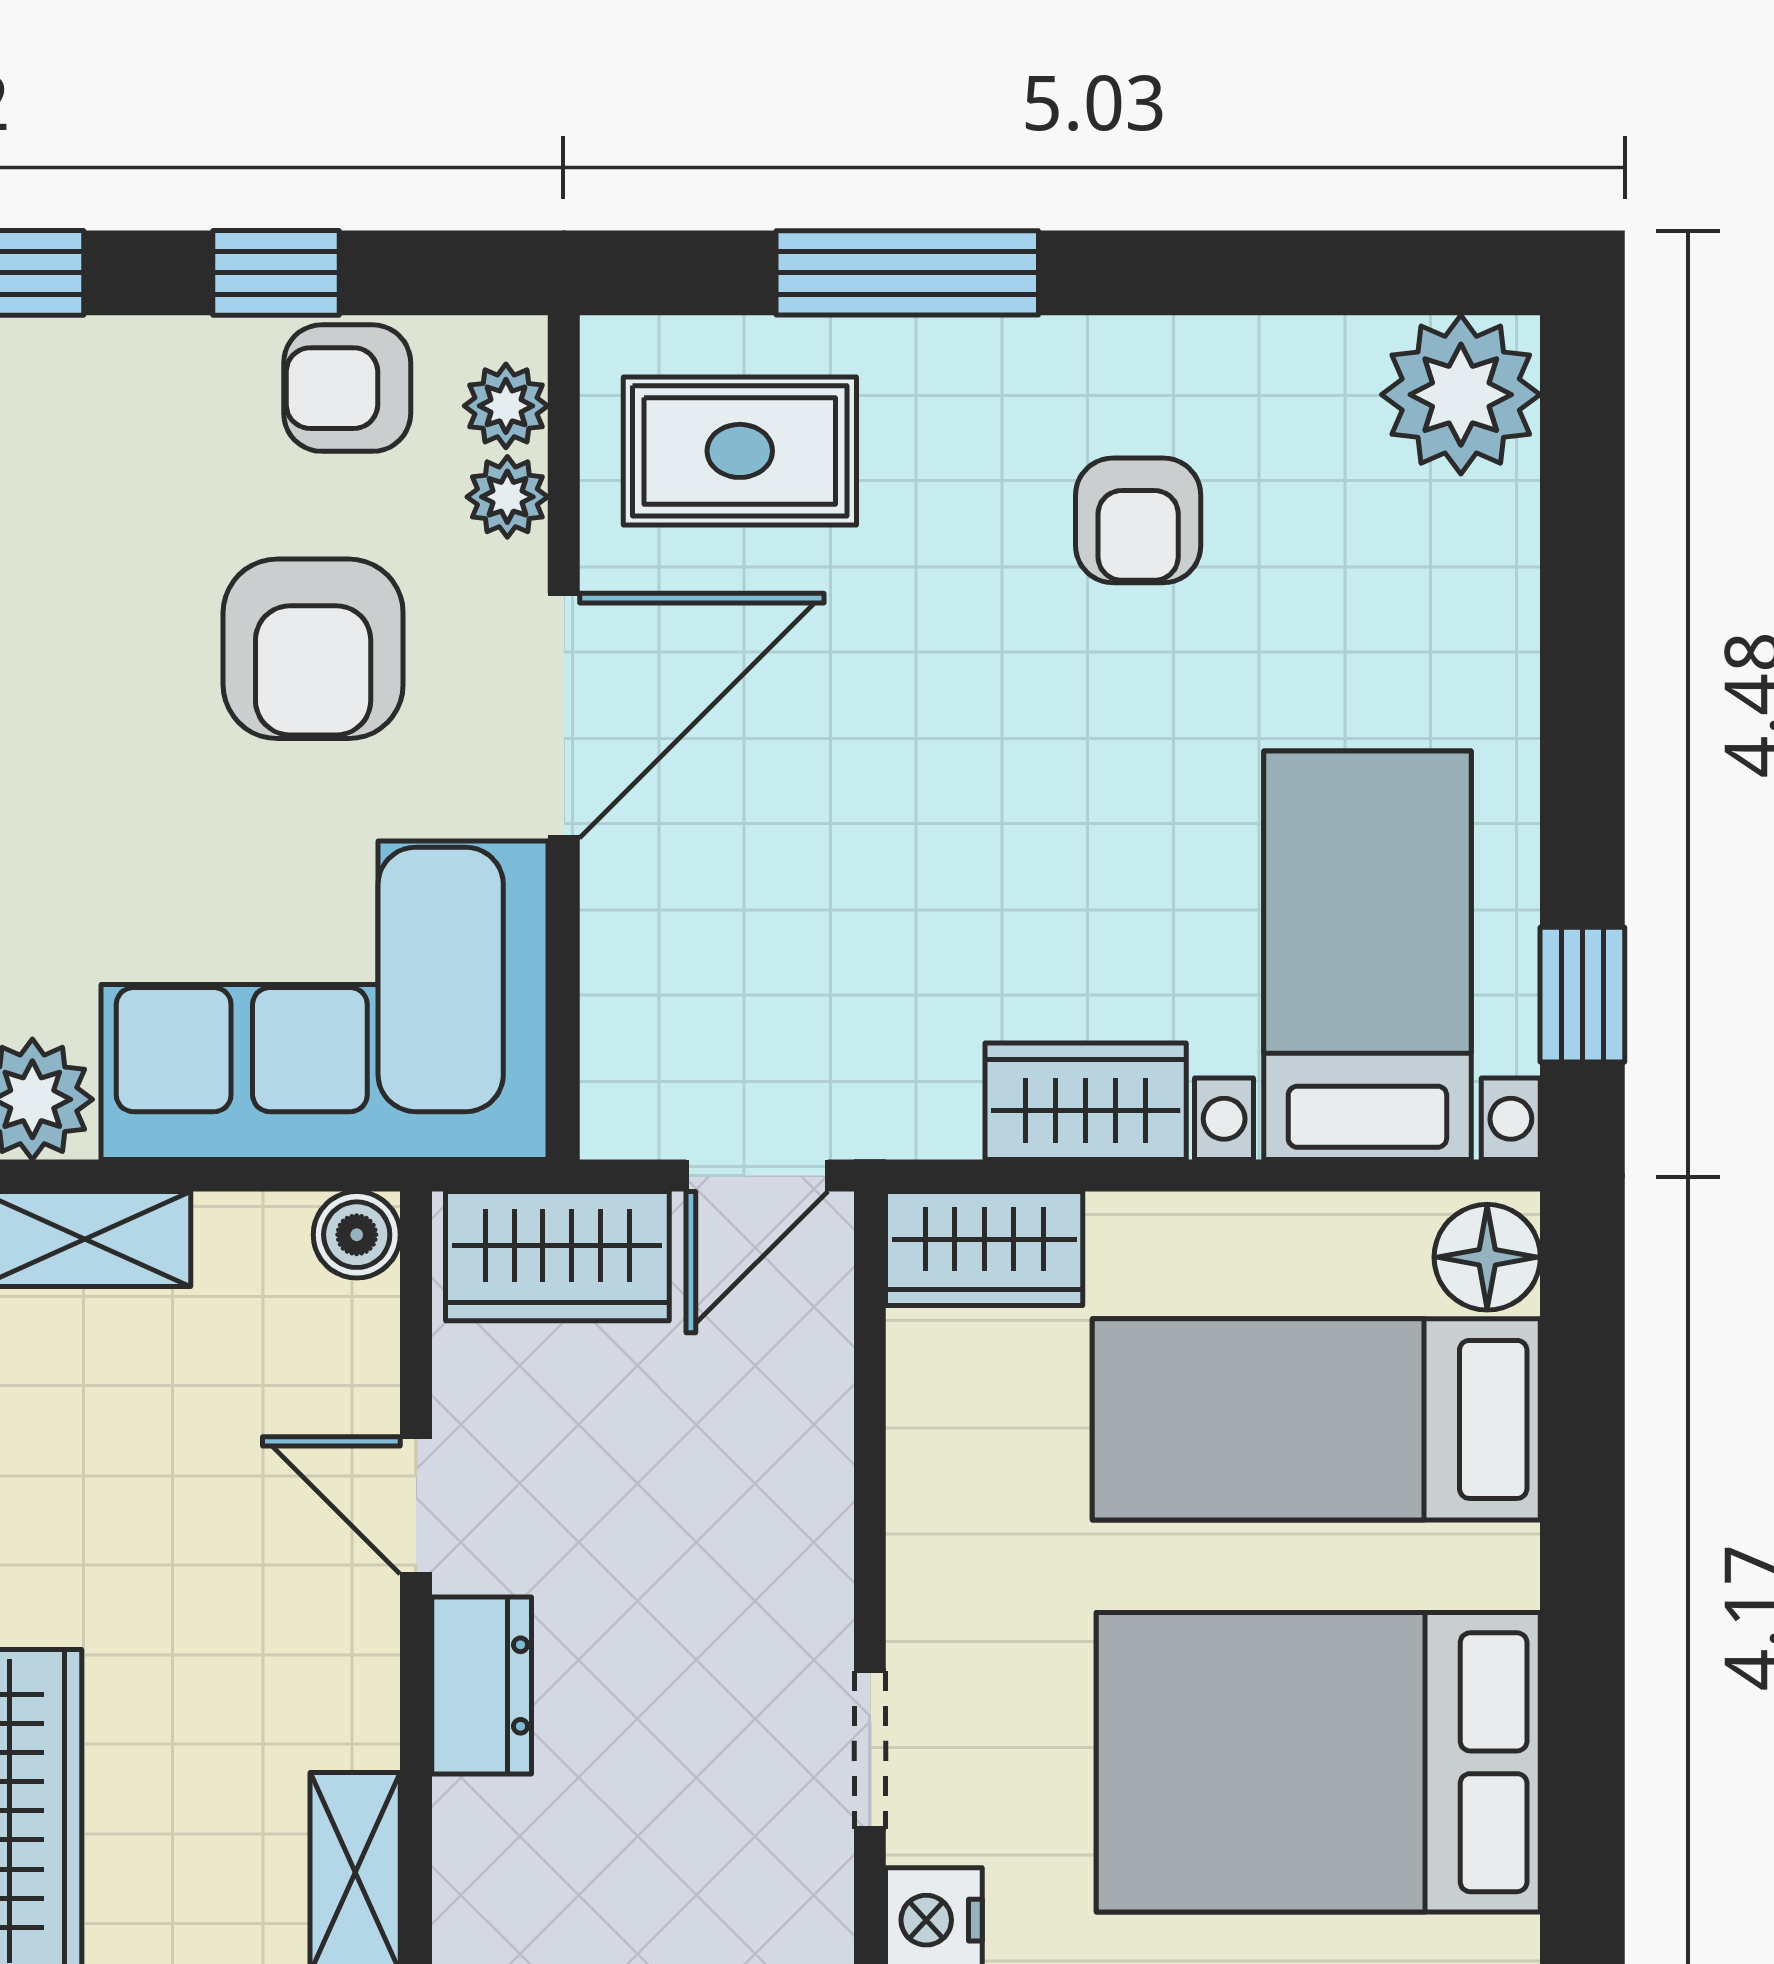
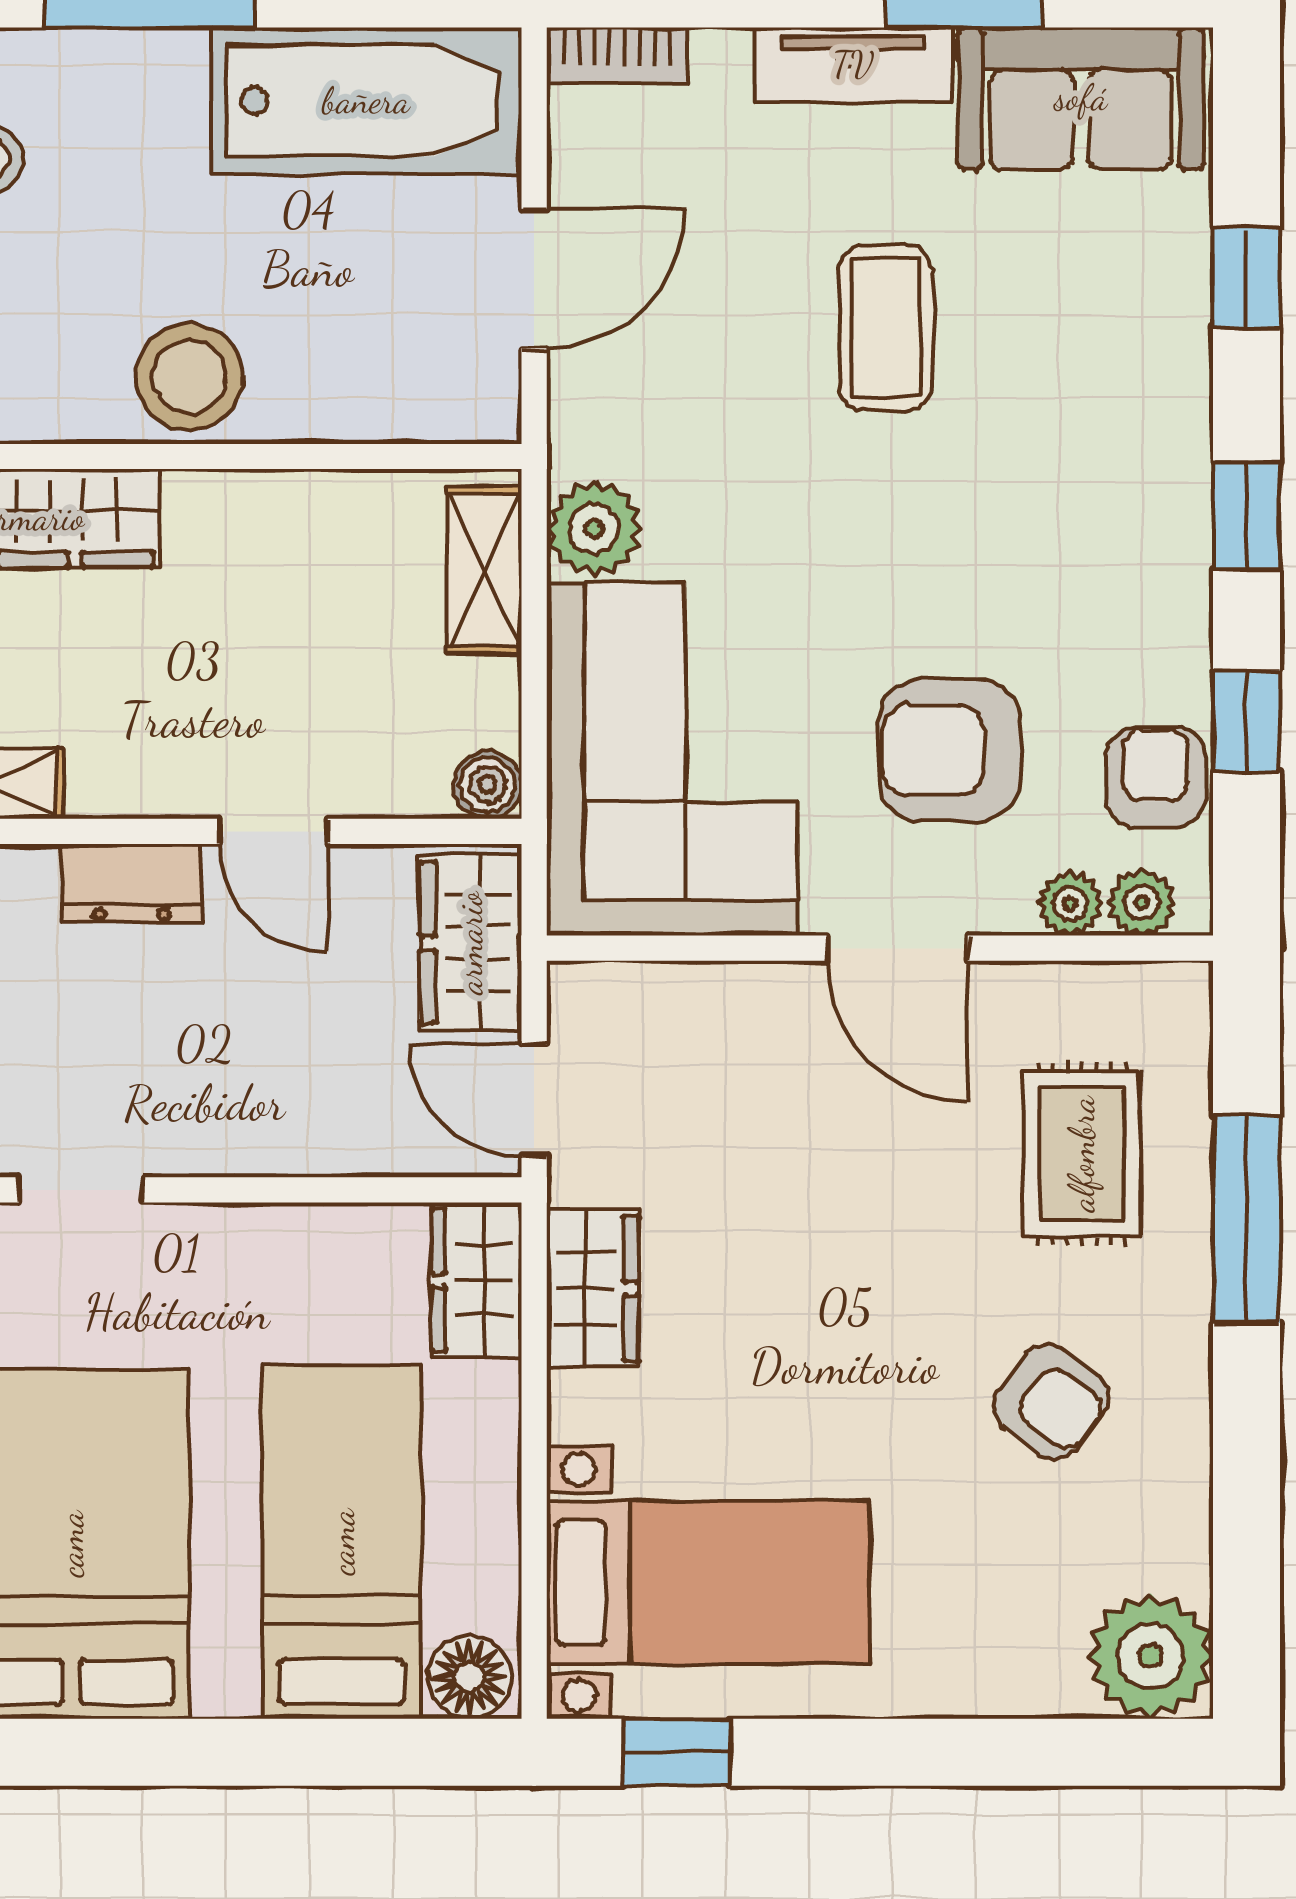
rug: (740, 451) -> (1082, 1154), moved
armchair: (1138, 520) -> (1051, 1401), turned -143
door: (564, 716) -> (897, 948), width x0.73
wardrobe: (1086, 1101) -> (593, 1288), moved
door: (416, 1505) -> (274, 831), swing flipped

